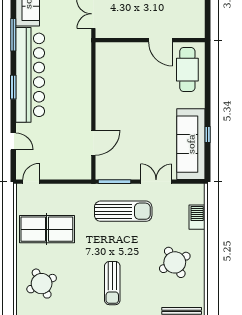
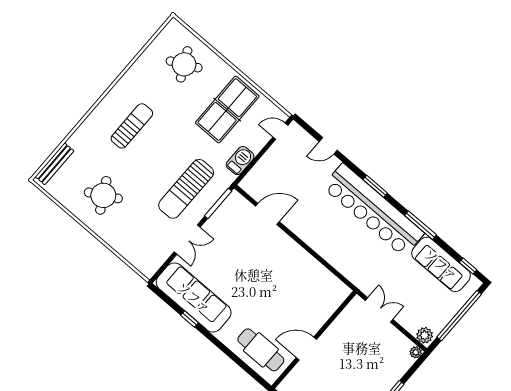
door: (93, 143) -> (267, 214), swing flipped
door: (31, 182) -> (280, 131), swing flipped
barbecue: (197, 217) -> (240, 161), moved, turned -90
sun lounger: (112, 283) -> (132, 126), turned 90

